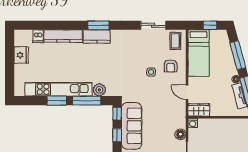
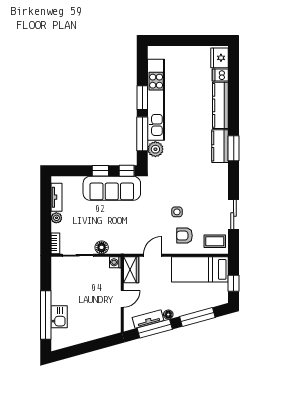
fridge: (21, 55) -> (220, 58), moved, turned 90
door: (223, 117) -> (122, 299), added

